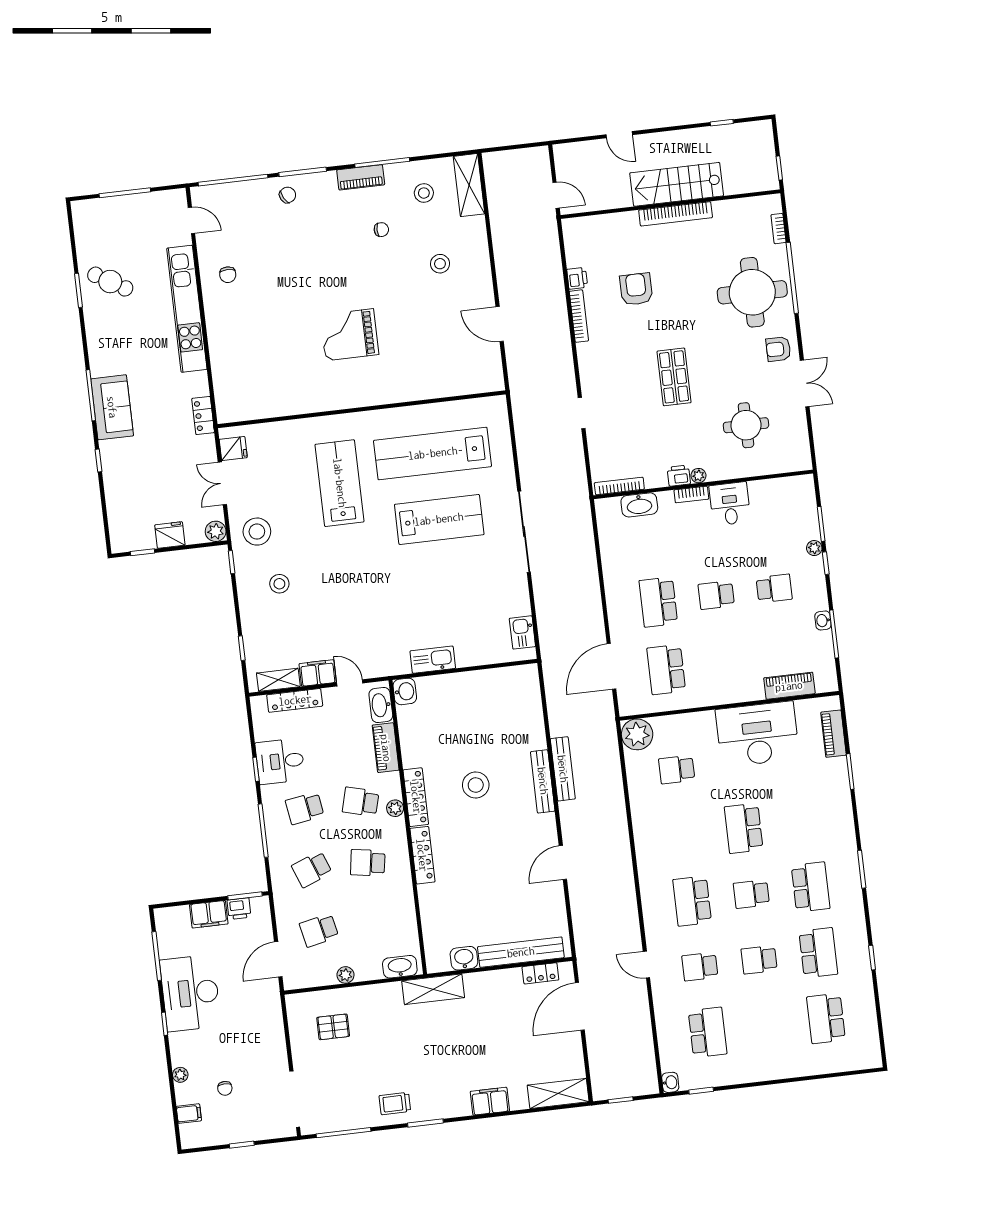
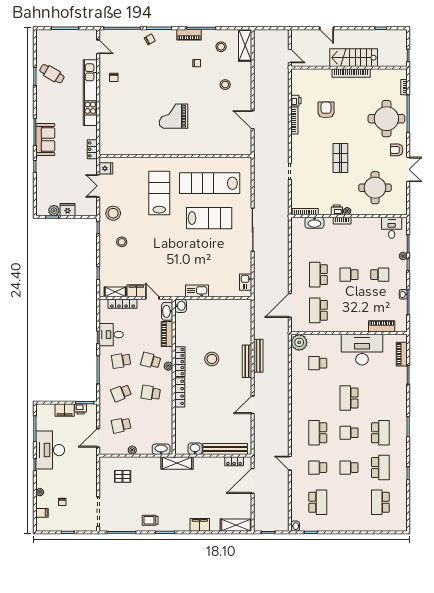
round table: (746, 425) -> (375, 188), width x1.36, depth x1.36
desk: (730, 504) -> (392, 228), moved
plant: (216, 531) -> (54, 211), moved

